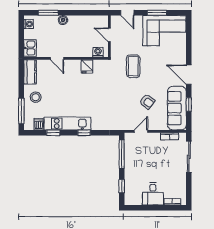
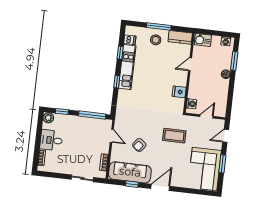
window: (21, 111) -> (159, 26), moved
sliding door: (189, 157) -> (82, 178), width x0.73
plant: (130, 200) -> (48, 118), added

